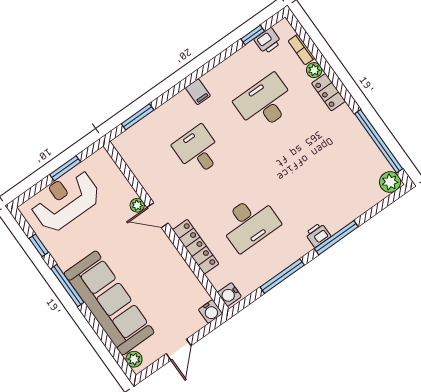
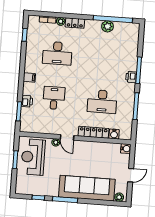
printer: (268, 41) -> (27, 101), moved
desk: (265, 103) -> (57, 53), turned -90
desk: (198, 151) -> (54, 98), turned 90
plant: (390, 182) -> (107, 26), moved
reception desk: (65, 200) -> (33, 157), moved
door: (158, 215) -> (67, 137), hinge flipped
desk: (249, 223) -> (102, 102), turned 90
water cooler: (229, 294) -> (114, 134), moved
door: (179, 350) -> (131, 175), hinge flipped

